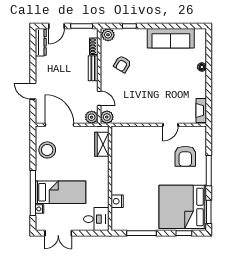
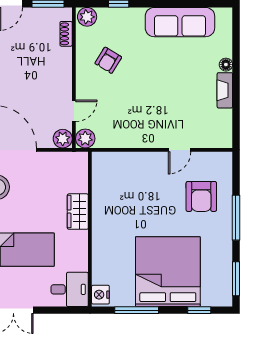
bench: (93, 68) -> (65, 66), removed
door: (99, 98) -> (74, 111), hinge flipped
fireplace: (201, 111) -> (225, 90), moved
wardrobe: (102, 144) -> (78, 212), moved
nightstand: (117, 201) -> (100, 295), moved
bed: (183, 207) -> (168, 272), moved, turned 90

